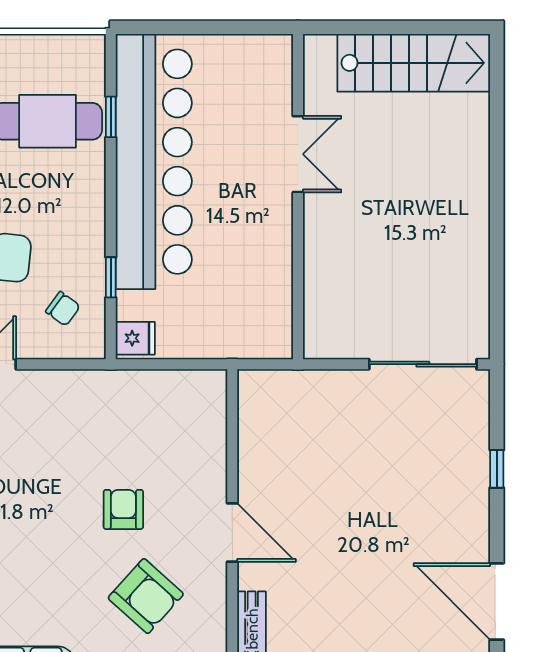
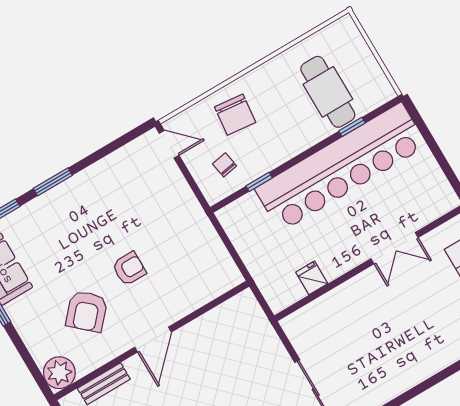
chair: (63, 309) -> (225, 165), turned 134
fridge: (135, 338) -> (312, 278), moved, turned 180

